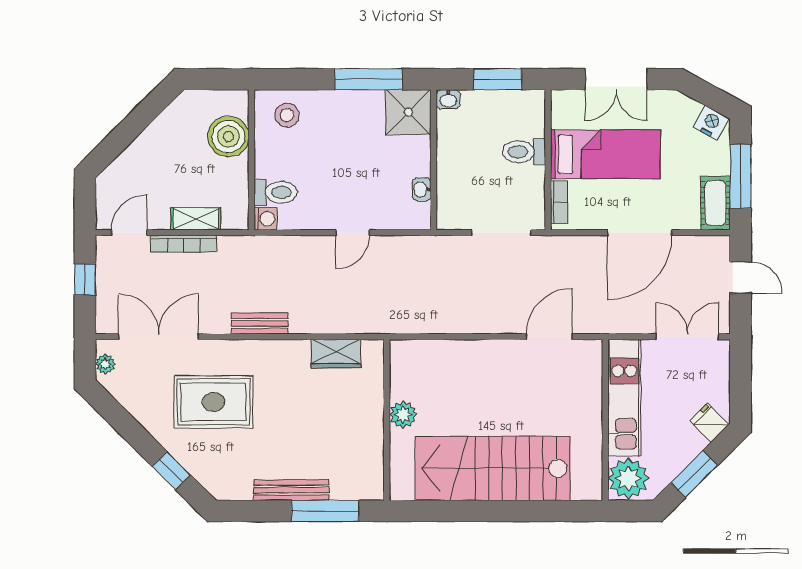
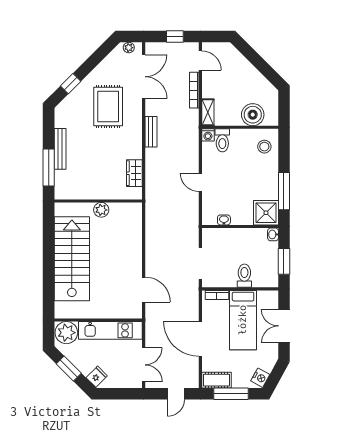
shelving: (196, 219) -> (208, 112), moved

